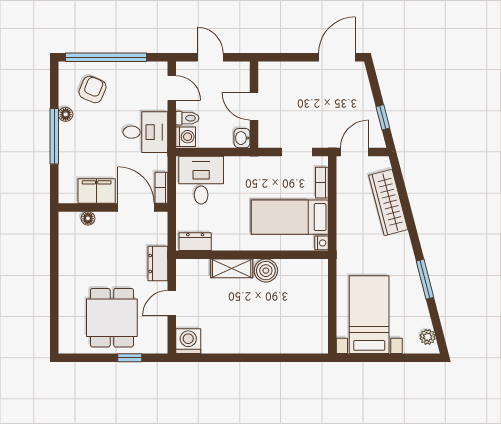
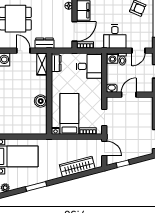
shelving: (232, 268) -> (42, 64), moved

